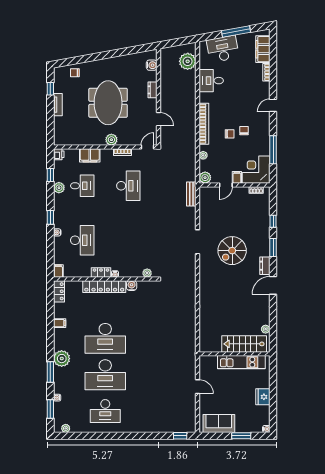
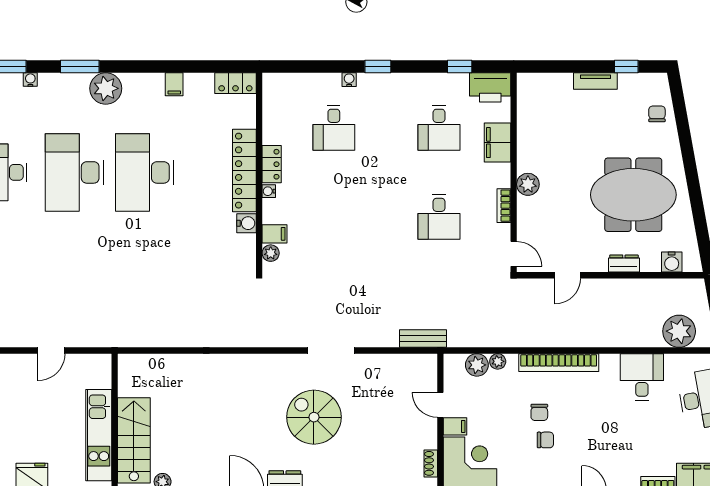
meeting table: (108, 103) -> (633, 195), moved
printer: (59, 154) -> (490, 87), width x1.87, depth x1.48
plant: (205, 178) -> (477, 365), moved
desk: (128, 186) -> (439, 217), width x0.73
plant: (59, 188) -> (435, 83), removed
desk: (82, 240) -> (334, 128), width x0.73
filing cabinet: (58, 271) -> (275, 234), moved

